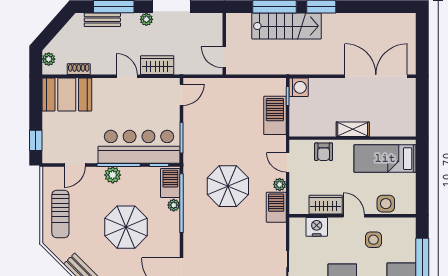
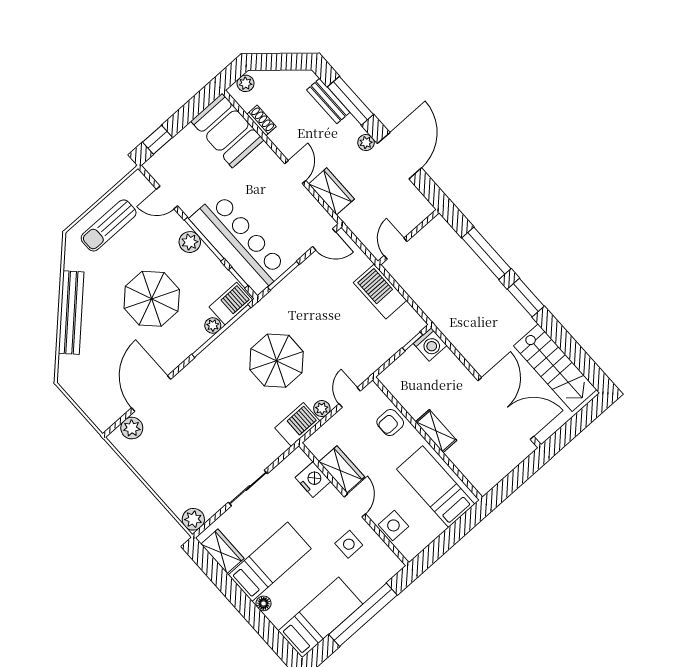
stairs: (287, 26) -> (555, 368), moved
barbecue: (275, 115) -> (380, 292), moved, turned -90

